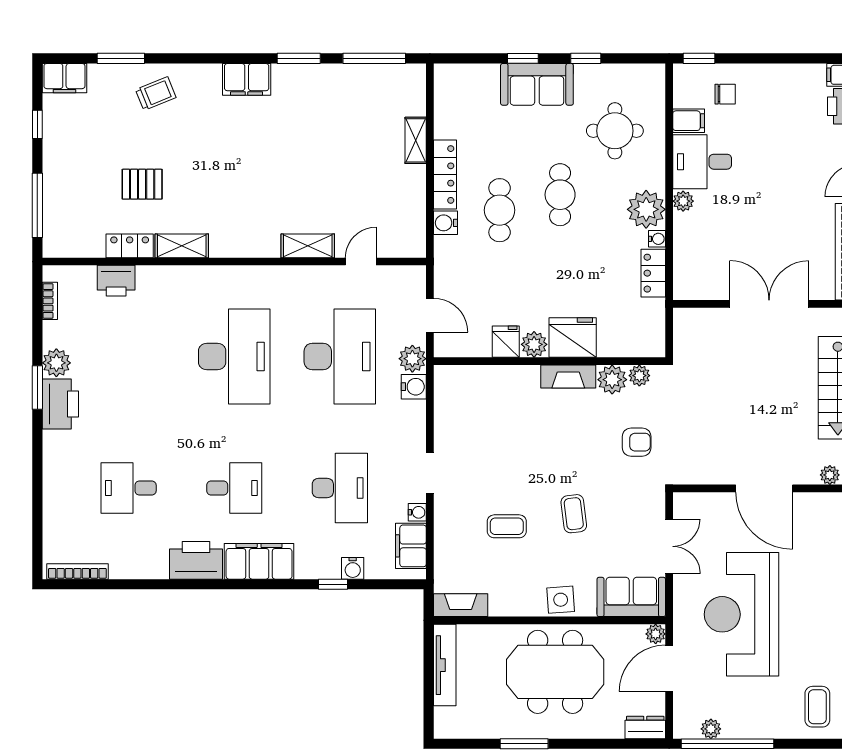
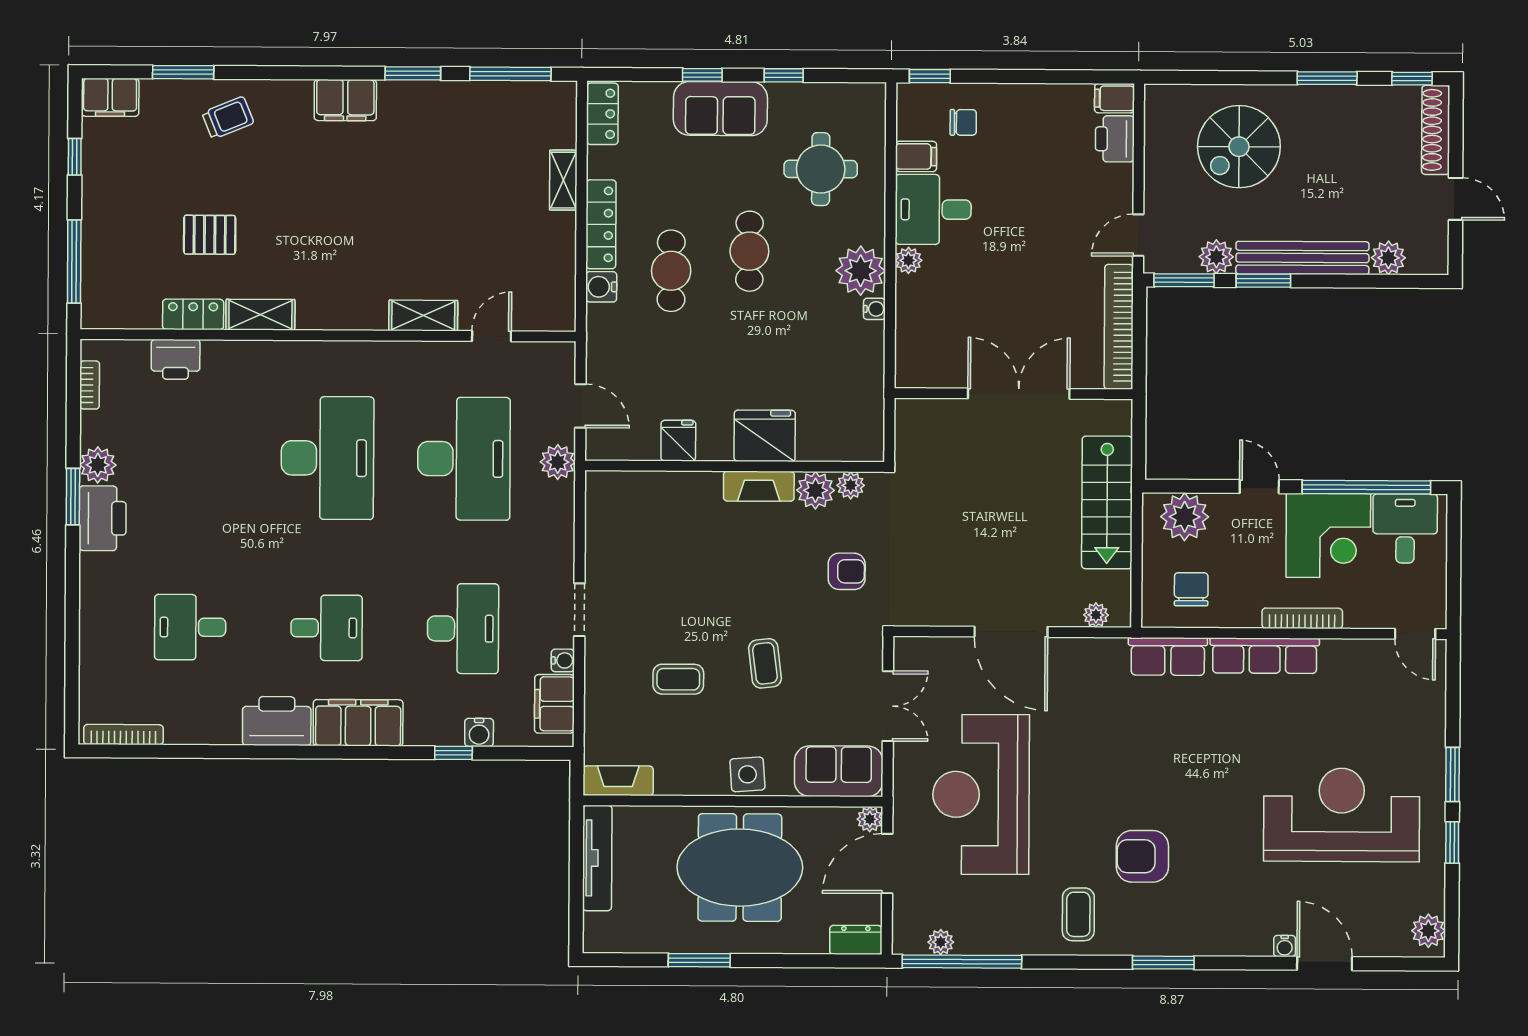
locker: (653, 273) -> (602, 114), moved, turned 180
plant: (534, 344) -> (715, 444), removed
water cooler: (414, 387) -> (559, 498), removed

